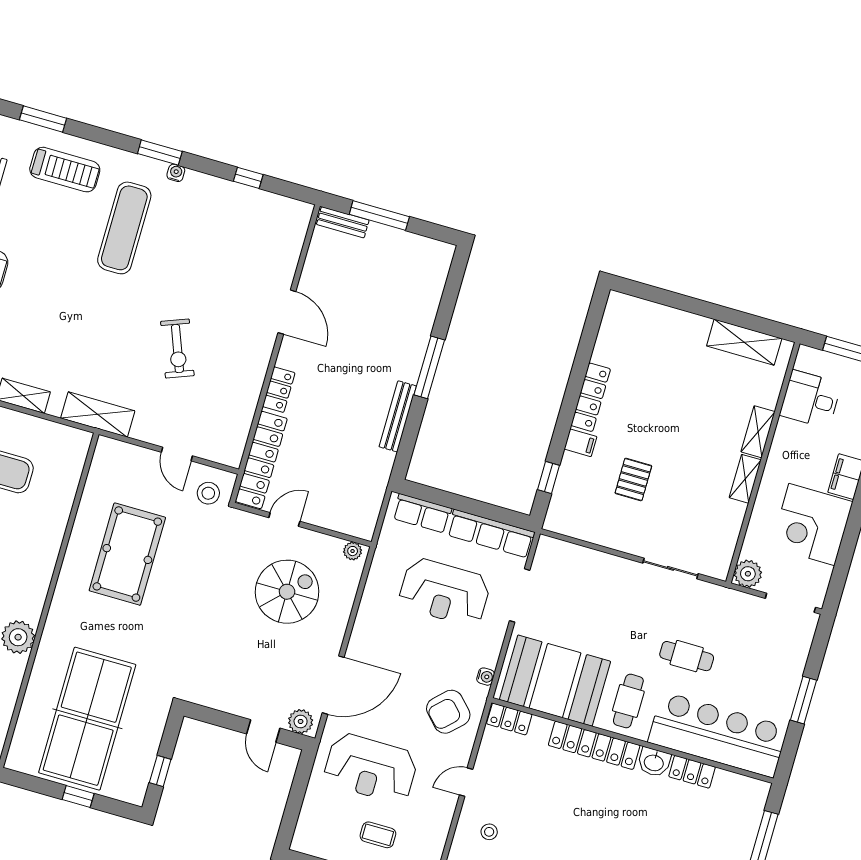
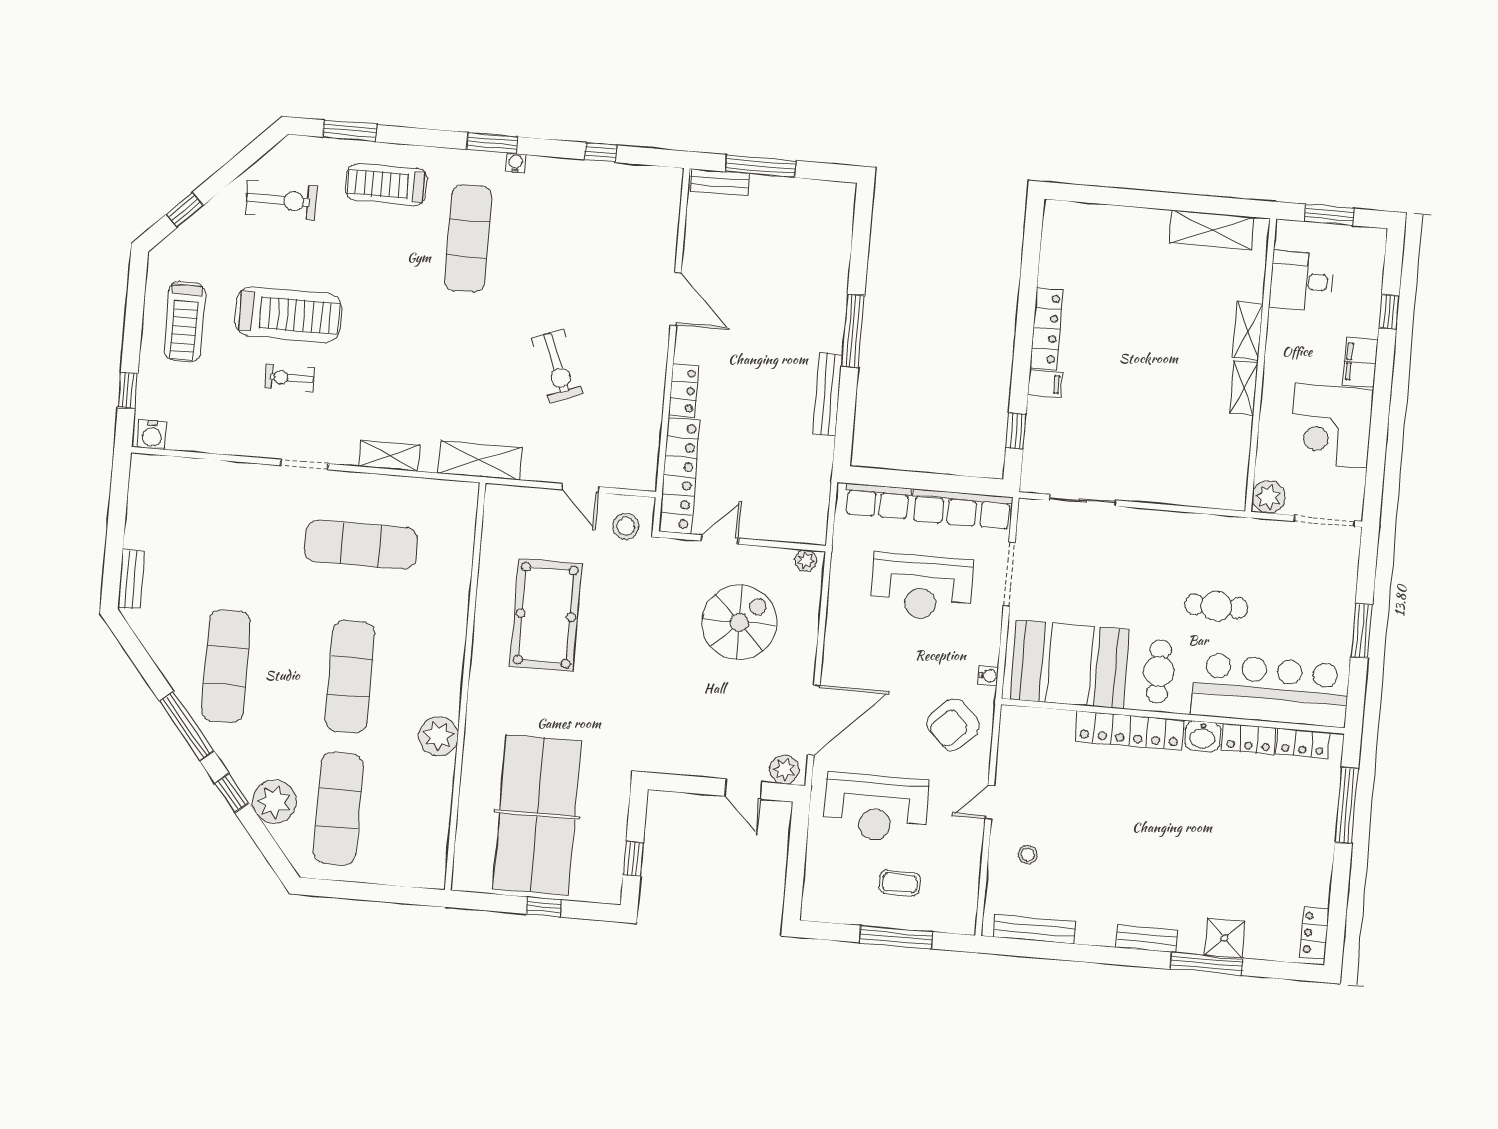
treadmill: (65, 170) -> (386, 184), turned 180
pallet: (633, 479) -> (1115, 414), removed
sliding door: (670, 568) -> (1083, 500), moved
locker: (509, 719) -> (1303, 743), moved

